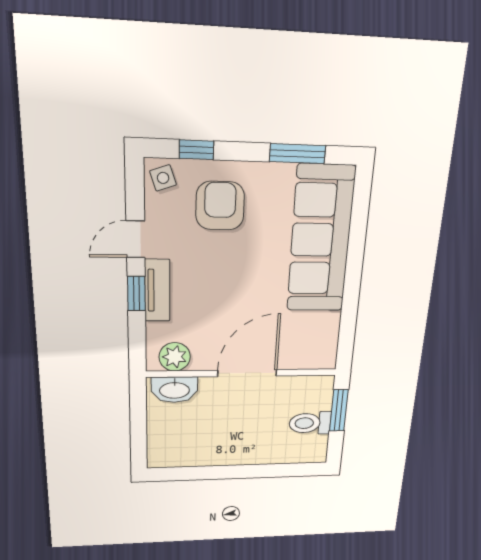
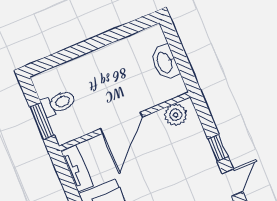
tv unit: (157, 290) -> (77, 169), moved, turned 180
washbasin: (175, 390) -> (165, 62), moved, turned -90

